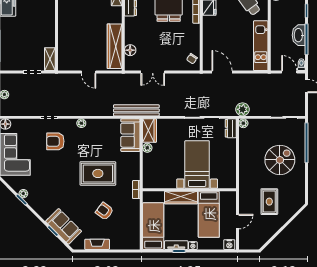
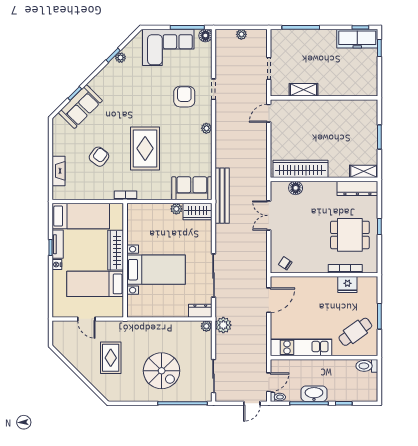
shelving: (50, 59) -> (303, 90), moved
door: (89, 72) -> (269, 113), moved
rug: (269, 202) -> (111, 358), turned 90
fireplace: (97, 244) -> (59, 171), moved
nightstand: (229, 245) -> (58, 309), removed

